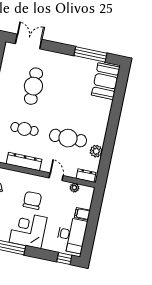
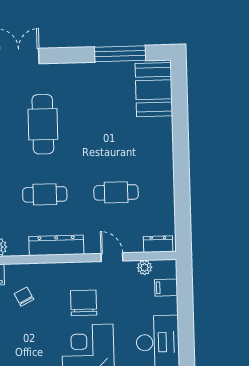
cafe table: (68, 138) -> (116, 192), width x0.73, depth x0.74
plant: (96, 151) -> (165, 202), removed
filing cabinet: (82, 214) -> (166, 288), moved

